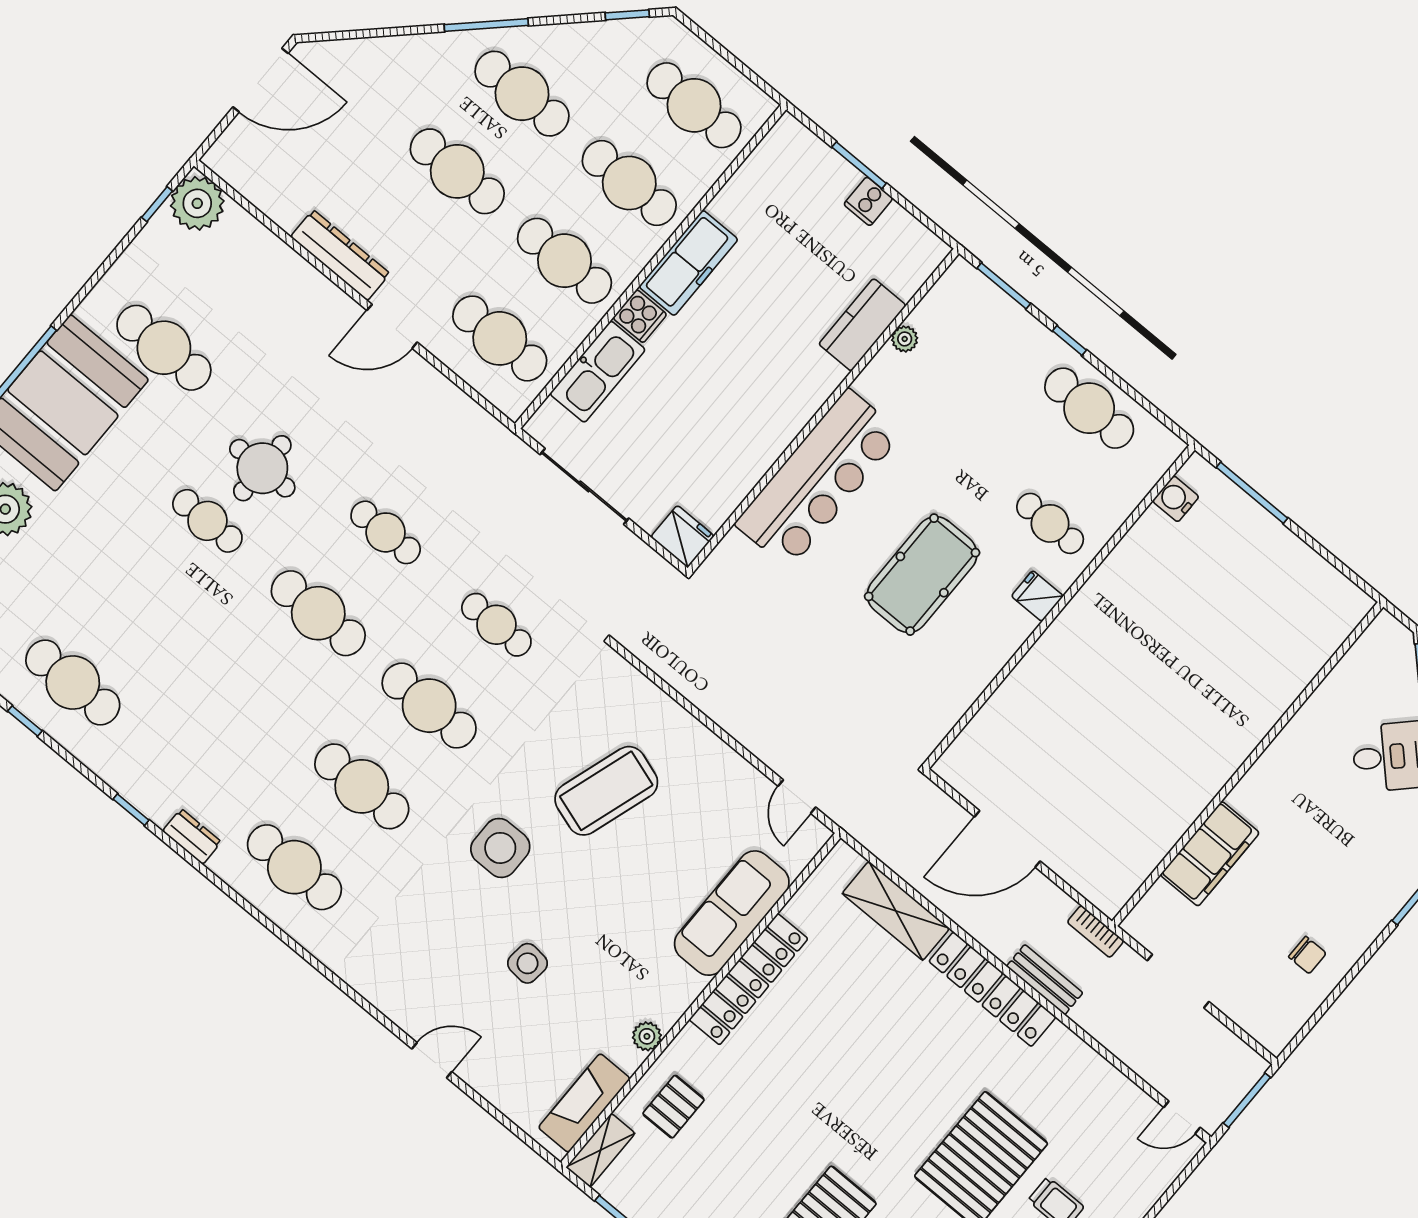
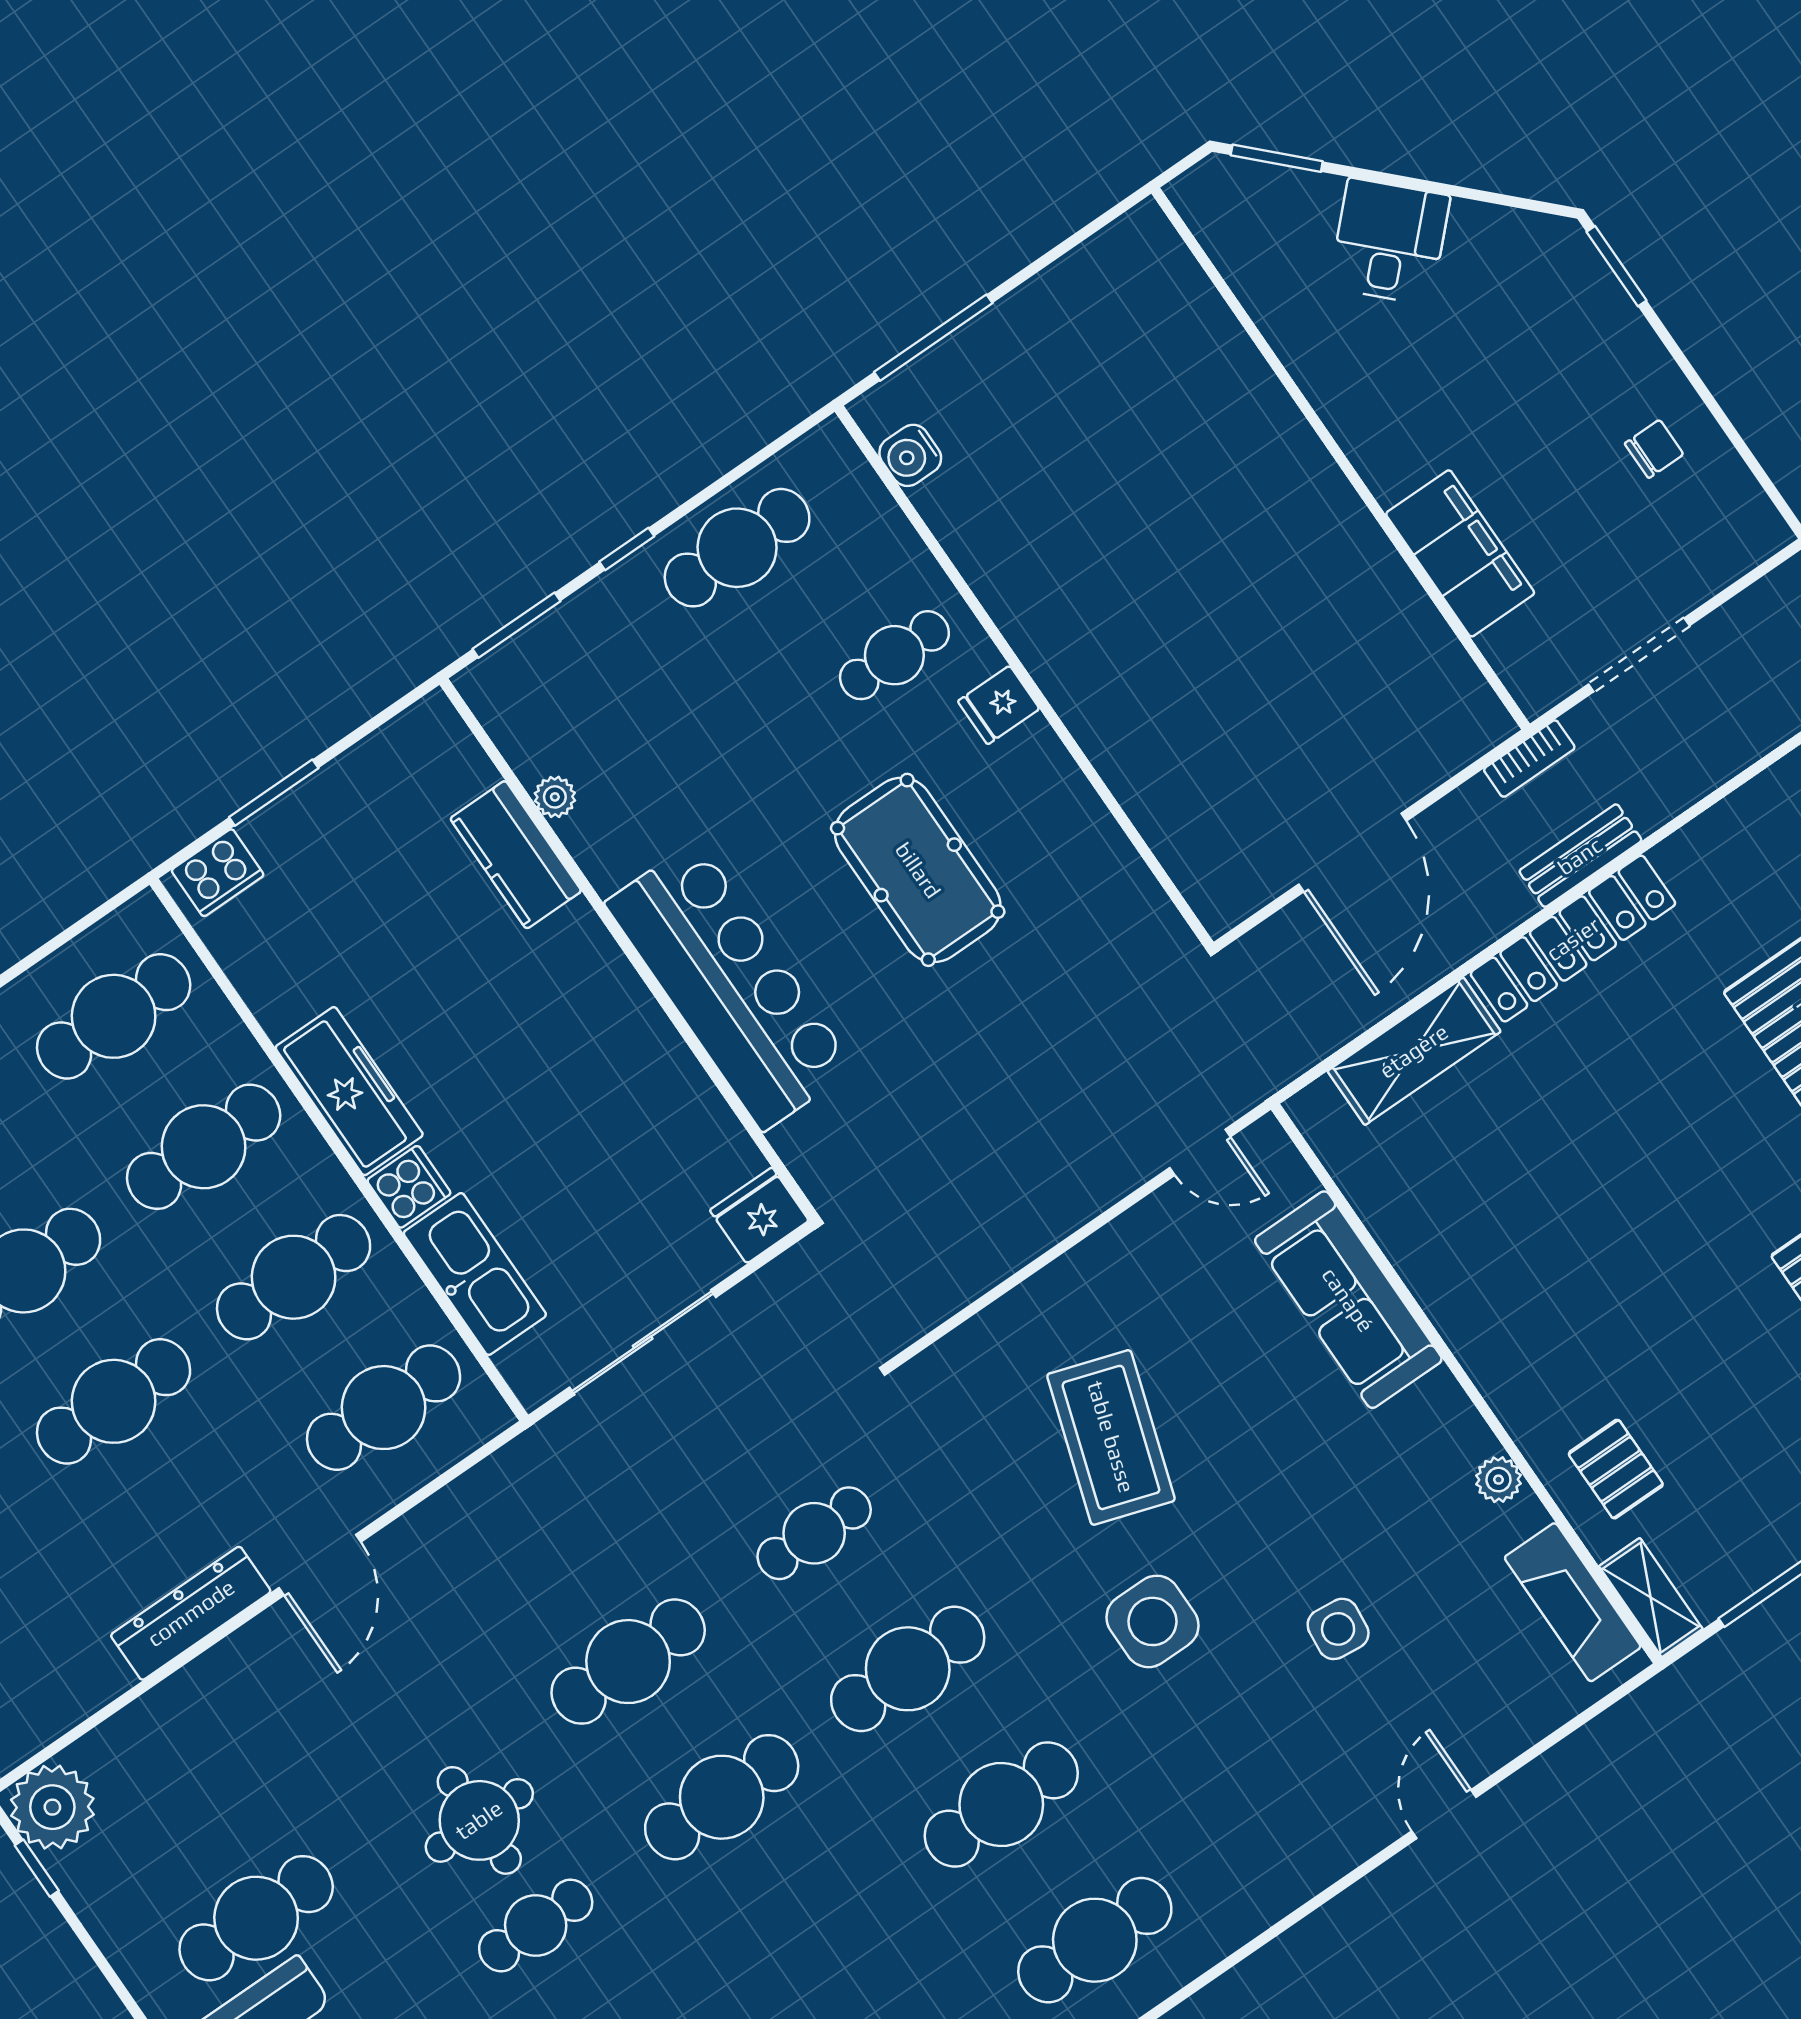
cooker: (868, 201) -> (218, 873), moved, width x1.36
cafe table: (386, 532) -> (628, 1662), width x1.37, depth x1.35
locker: (748, 979) -> (1455, 1302), removed

